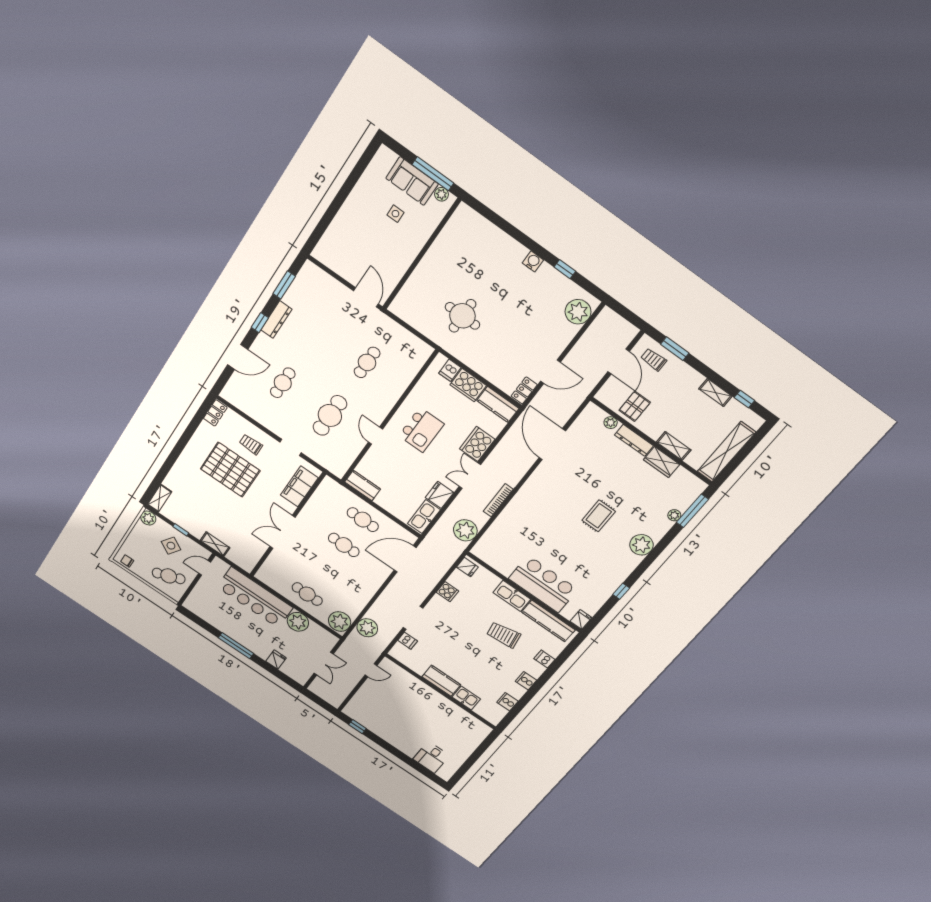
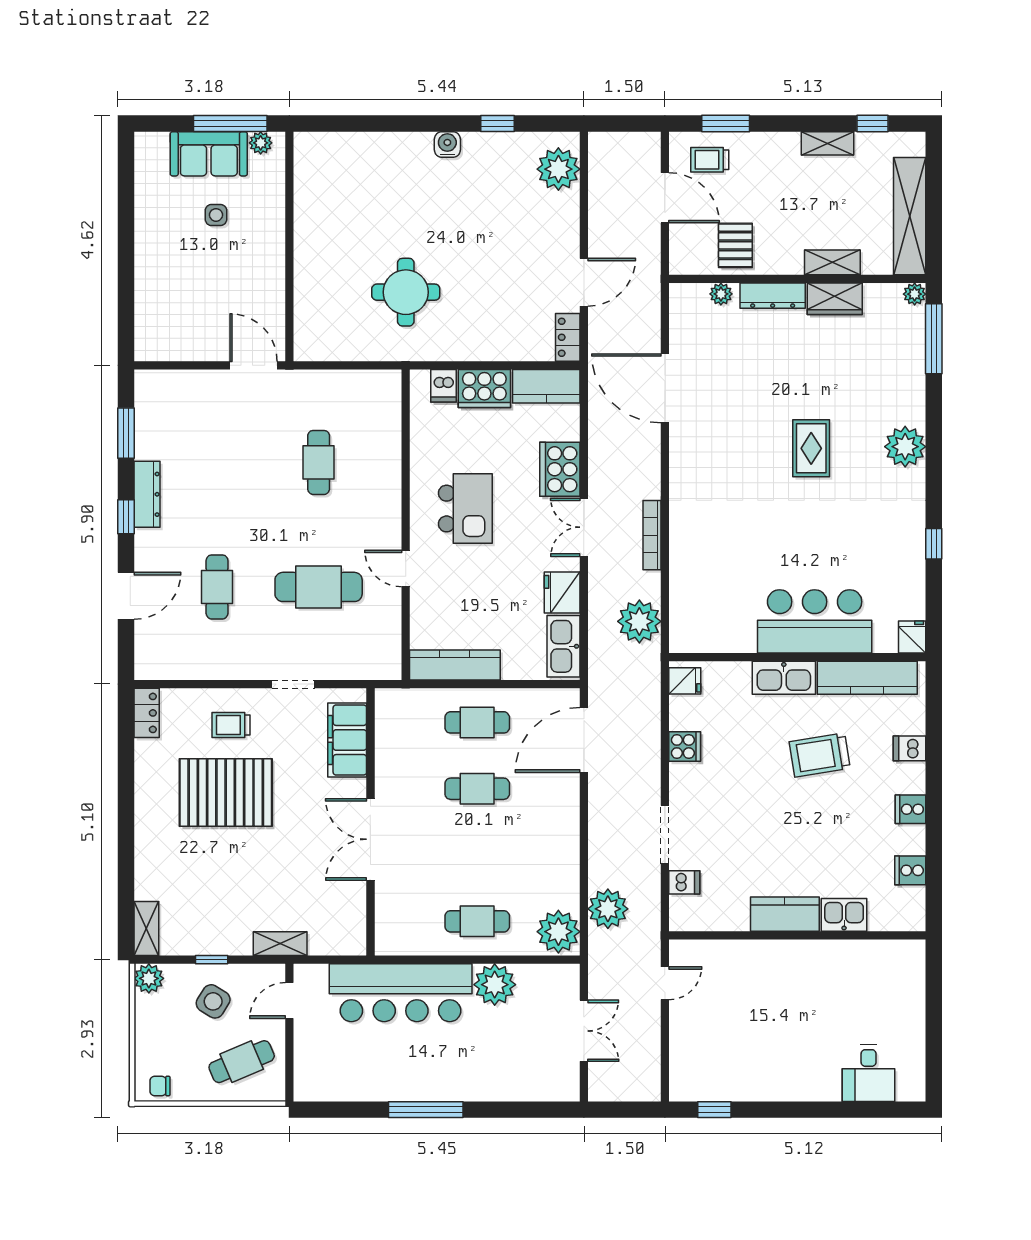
cafe table: (330, 415) -> (319, 587), turned 90
kitchen counter: (363, 486) -> (455, 665), width x1.50
plant: (674, 515) -> (915, 294), moved
fridge: (276, 660) -> (505, 1085), removed

